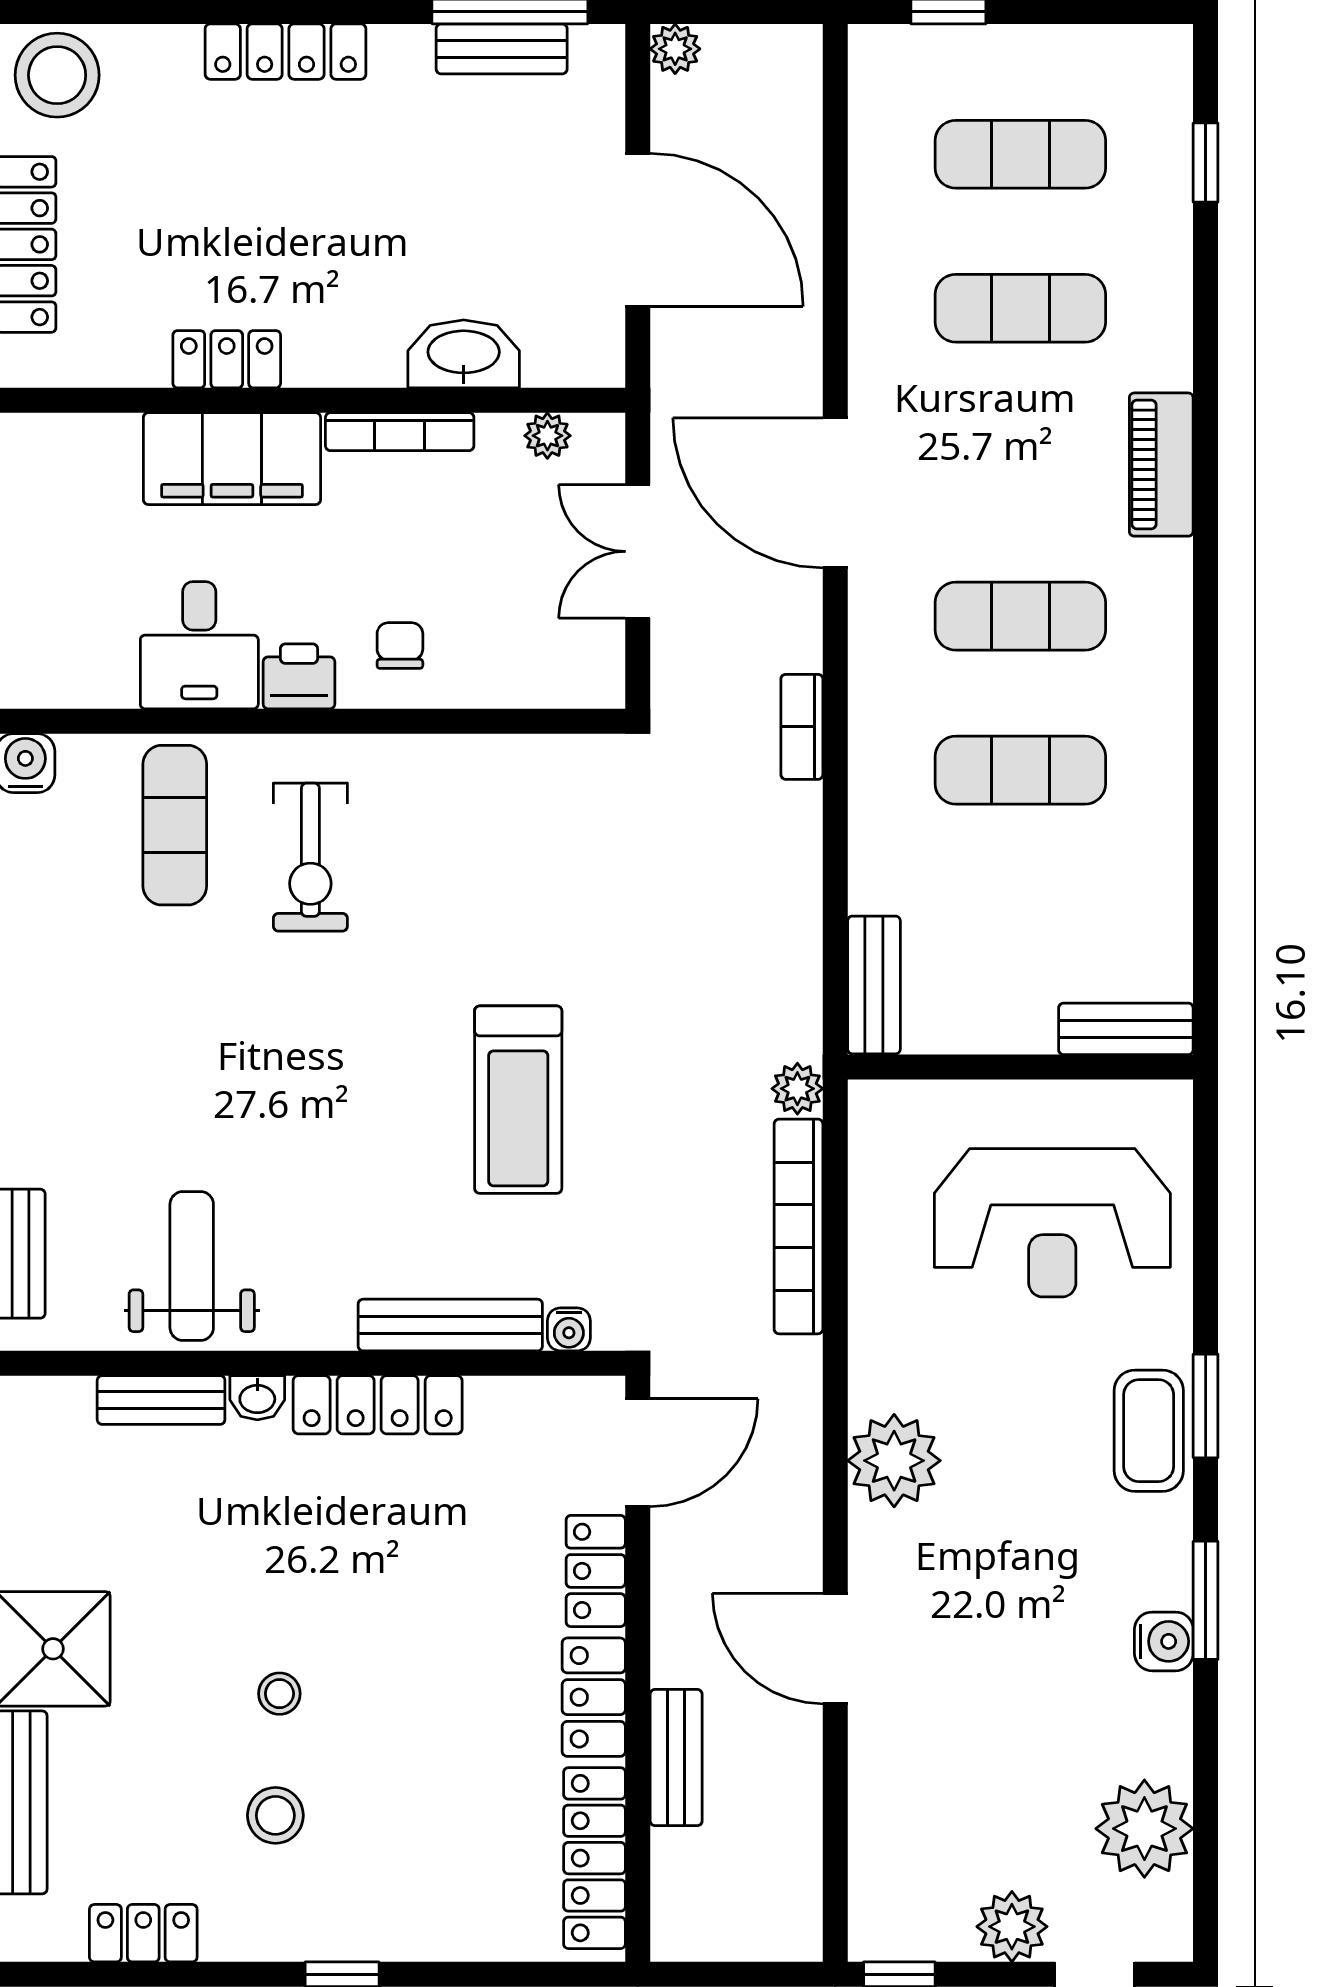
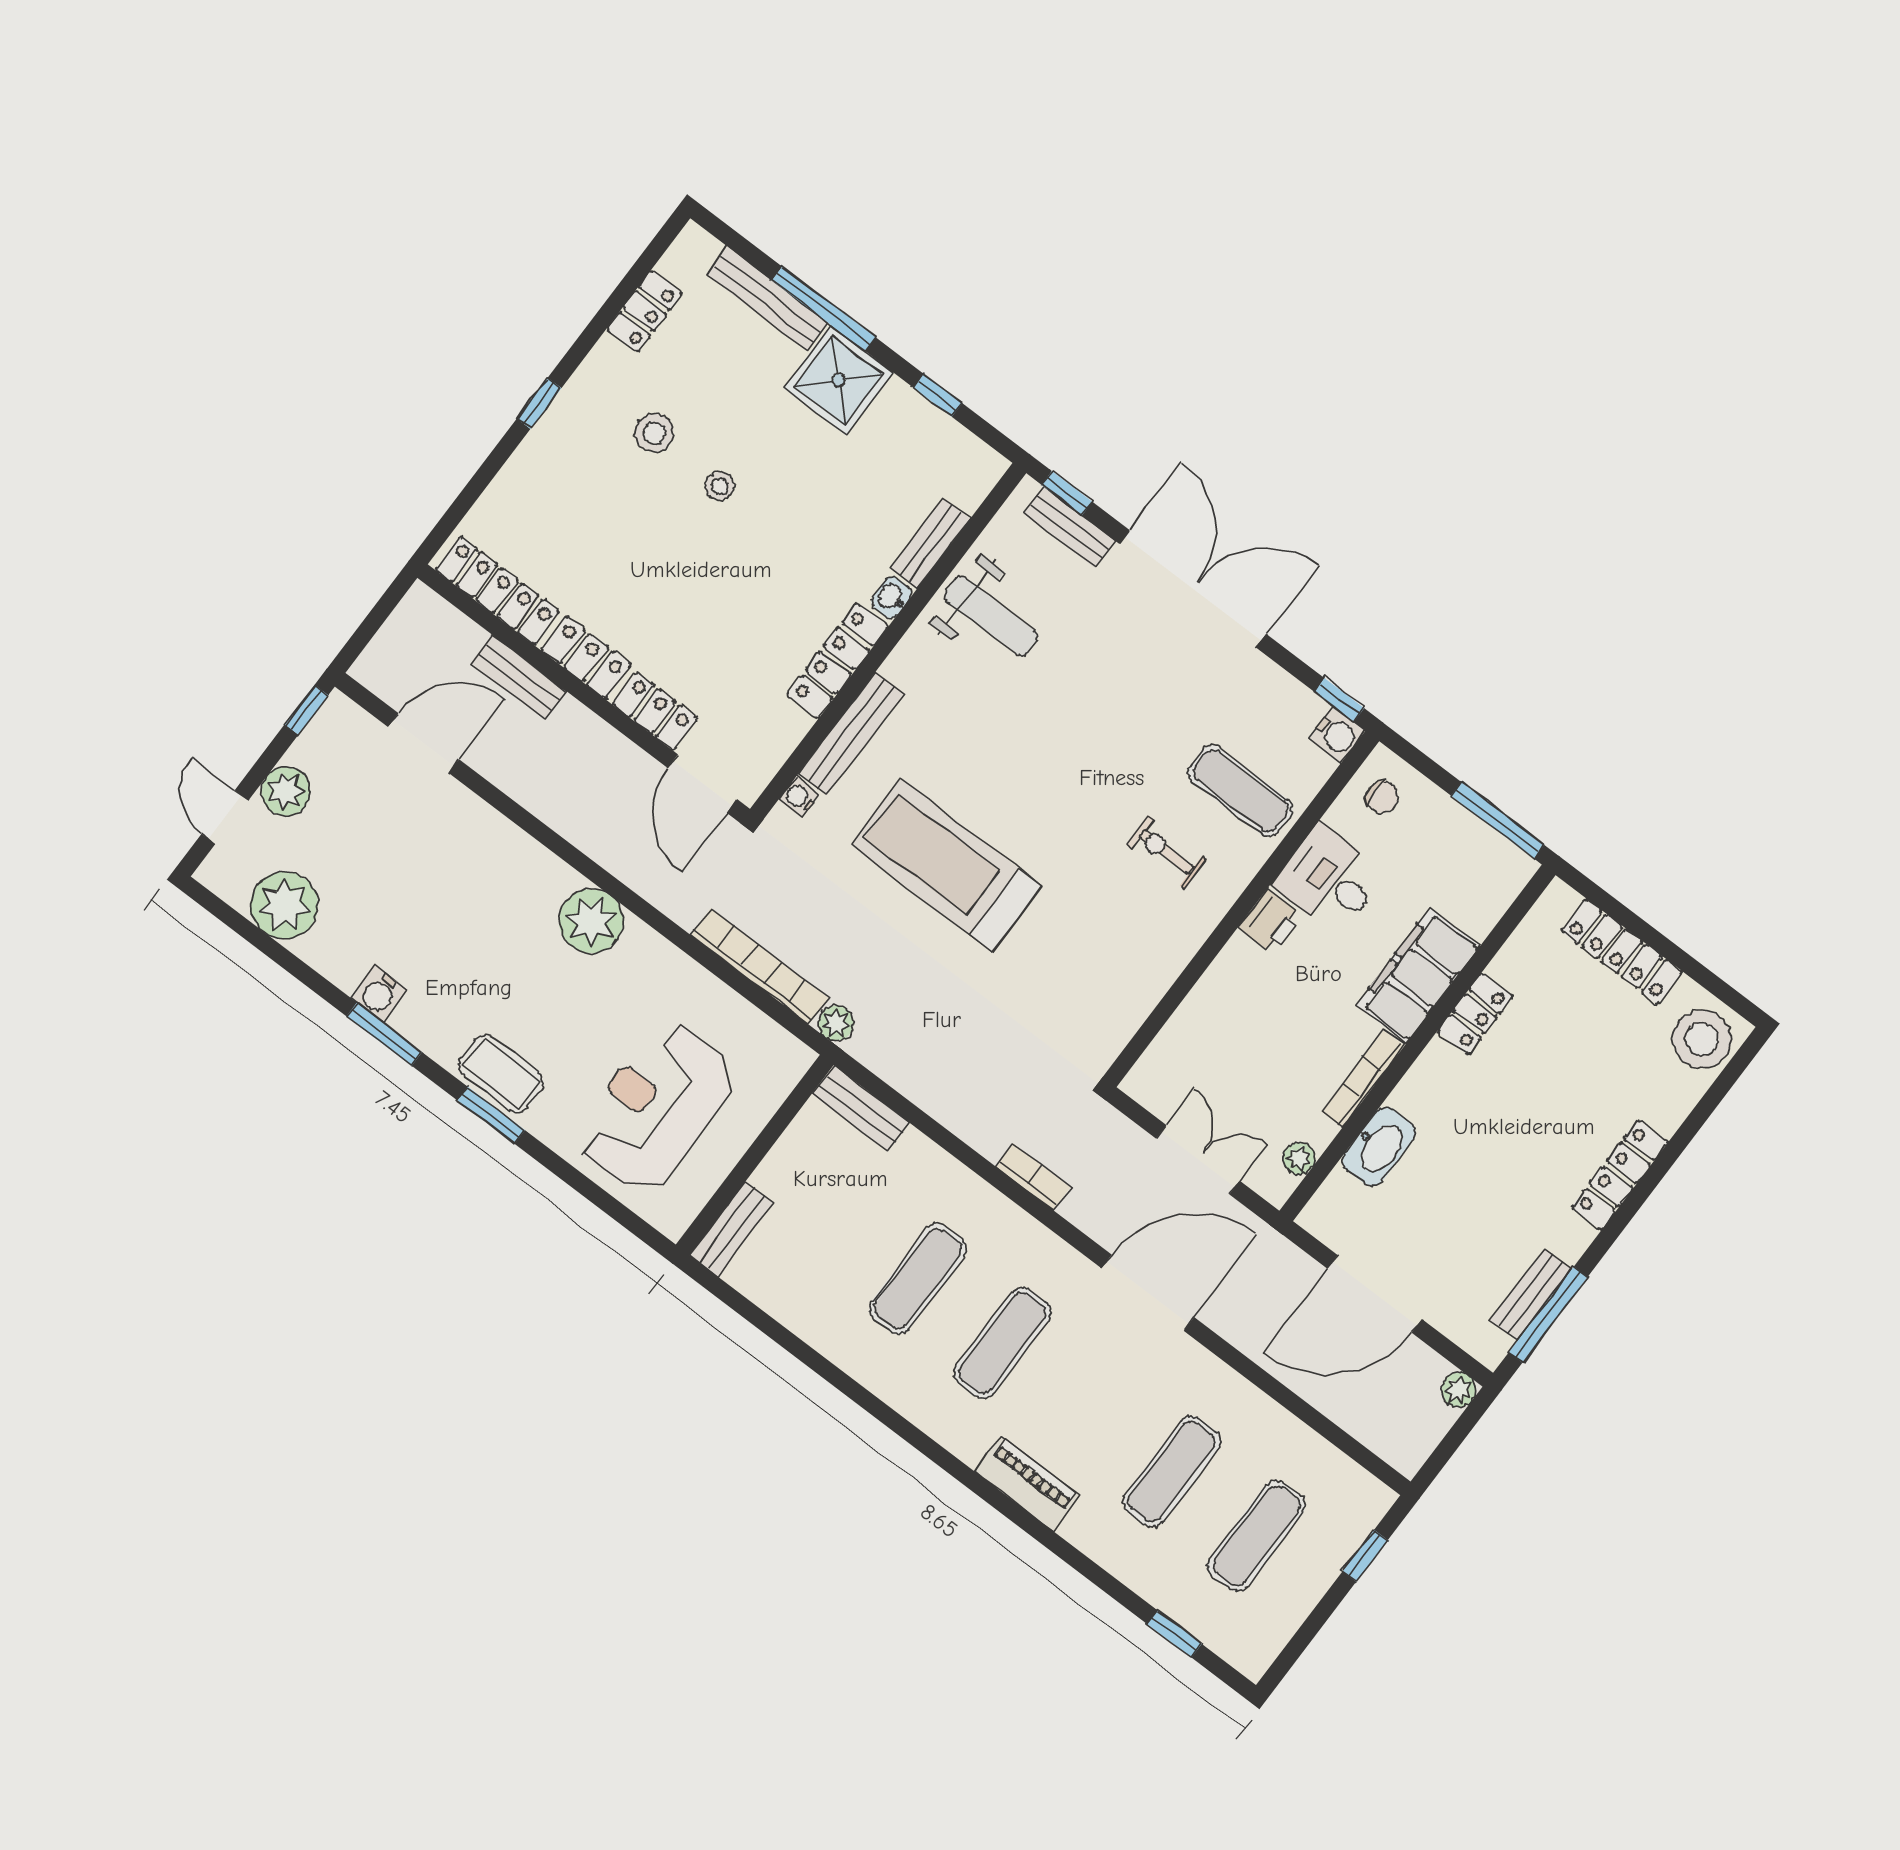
chair: (400, 646) -> (1382, 797), moved
exercise bike: (310, 857) -> (1166, 852), width x0.73, depth x0.72
treadmill: (518, 1100) -> (946, 865), width x1.37, depth x1.38
door: (835, 1649) -> (424, 743), moved

